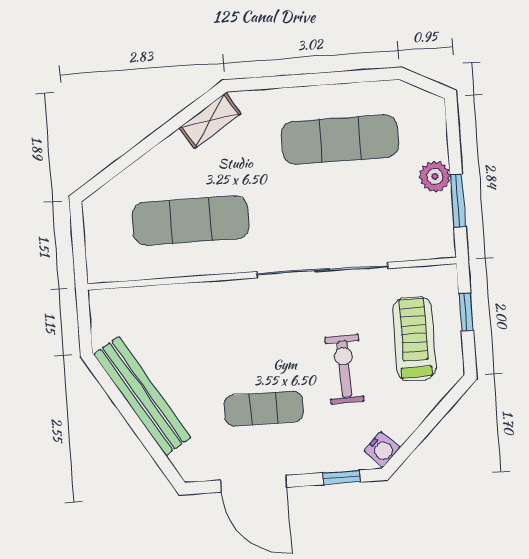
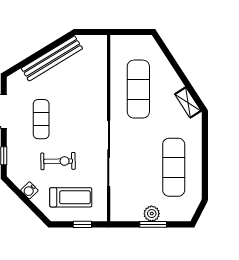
window: (458, 201) -> (153, 224), moved
water cooler: (382, 449) -> (29, 190), moved

